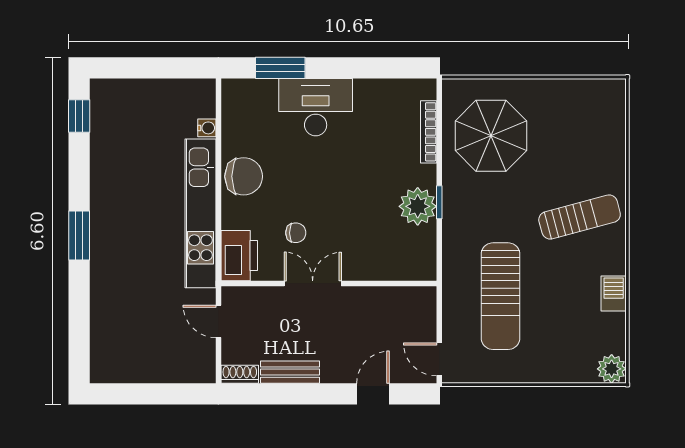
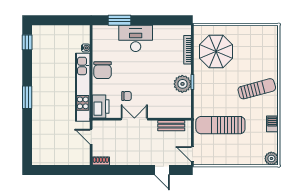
chair: (244, 176) -> (103, 70), turned 90
sun lounger: (500, 296) -> (220, 125), turned 90
bench: (290, 372) -> (171, 126), moved
door: (373, 394) -> (162, 170), swing flipped

